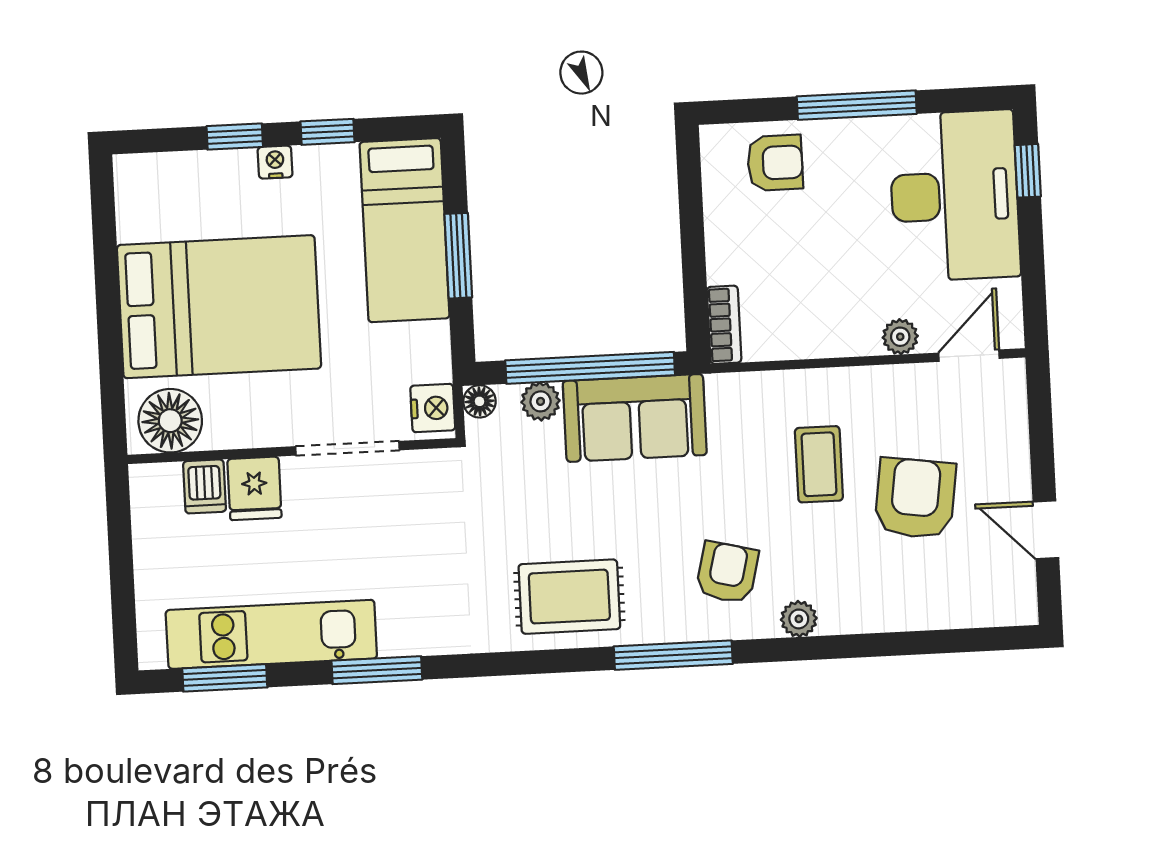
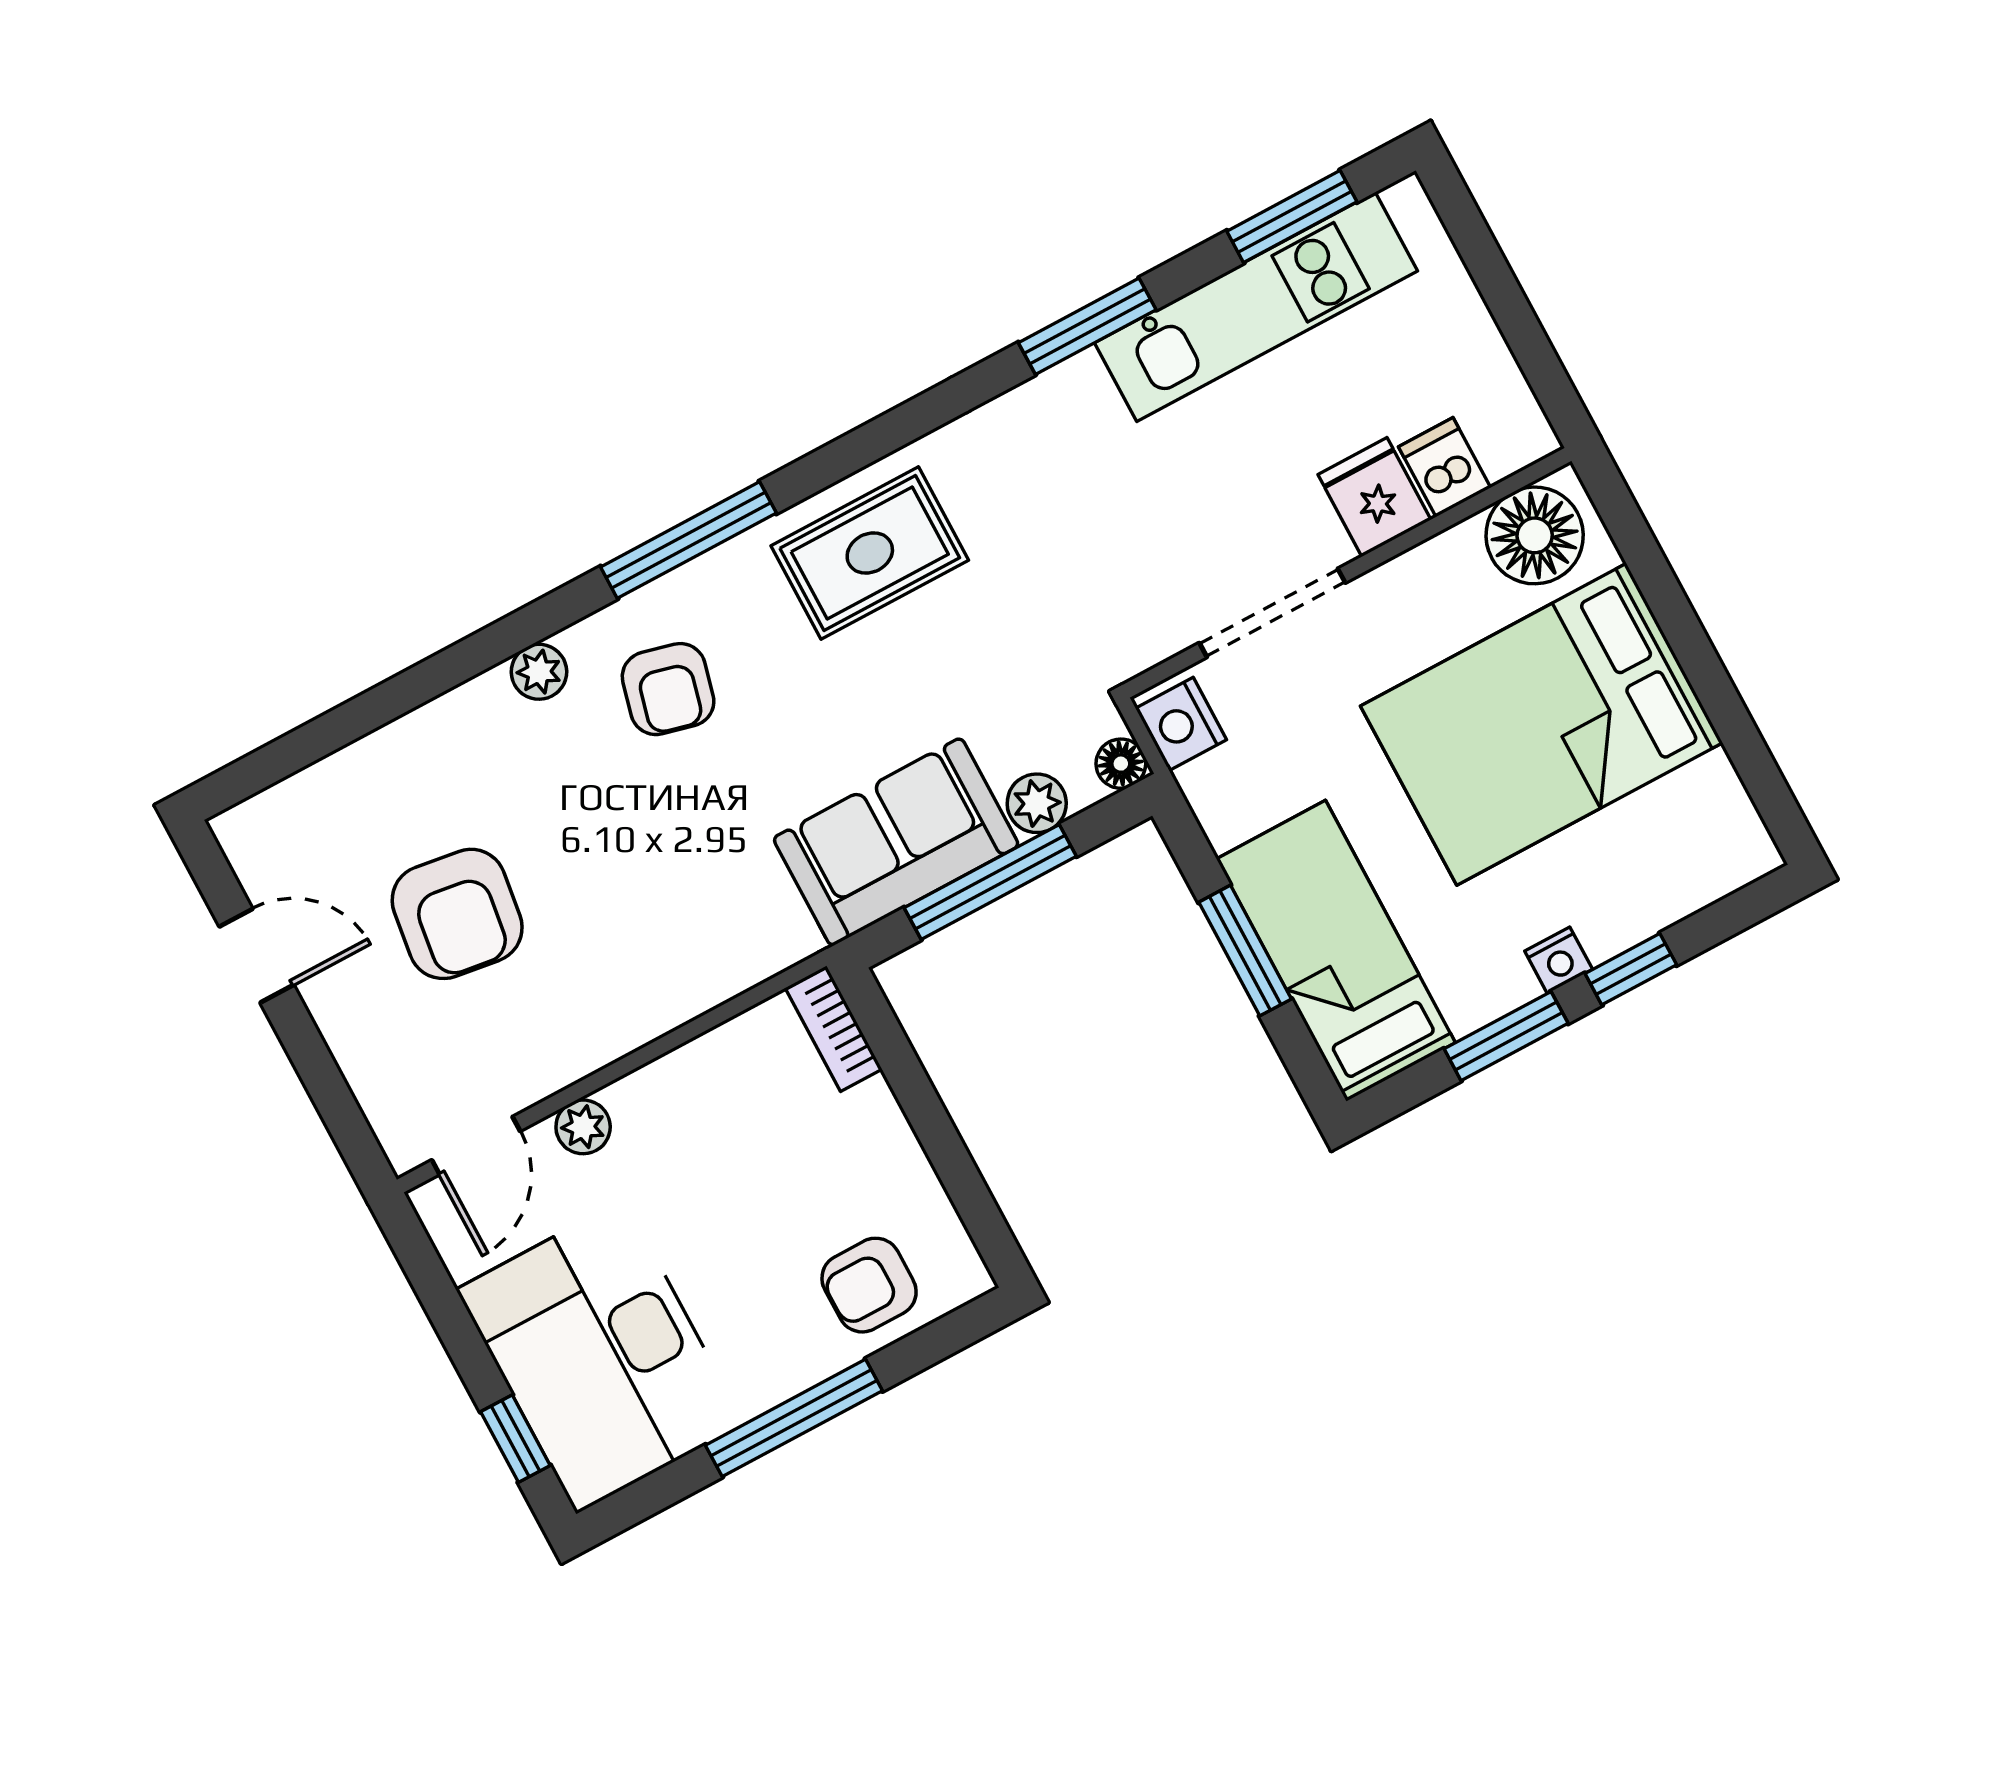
window: (327, 132) -> (1506, 1036), width x1.50
window: (590, 368) -> (990, 882), width x0.68
coffee table: (819, 464) -> (612, 898), removed

